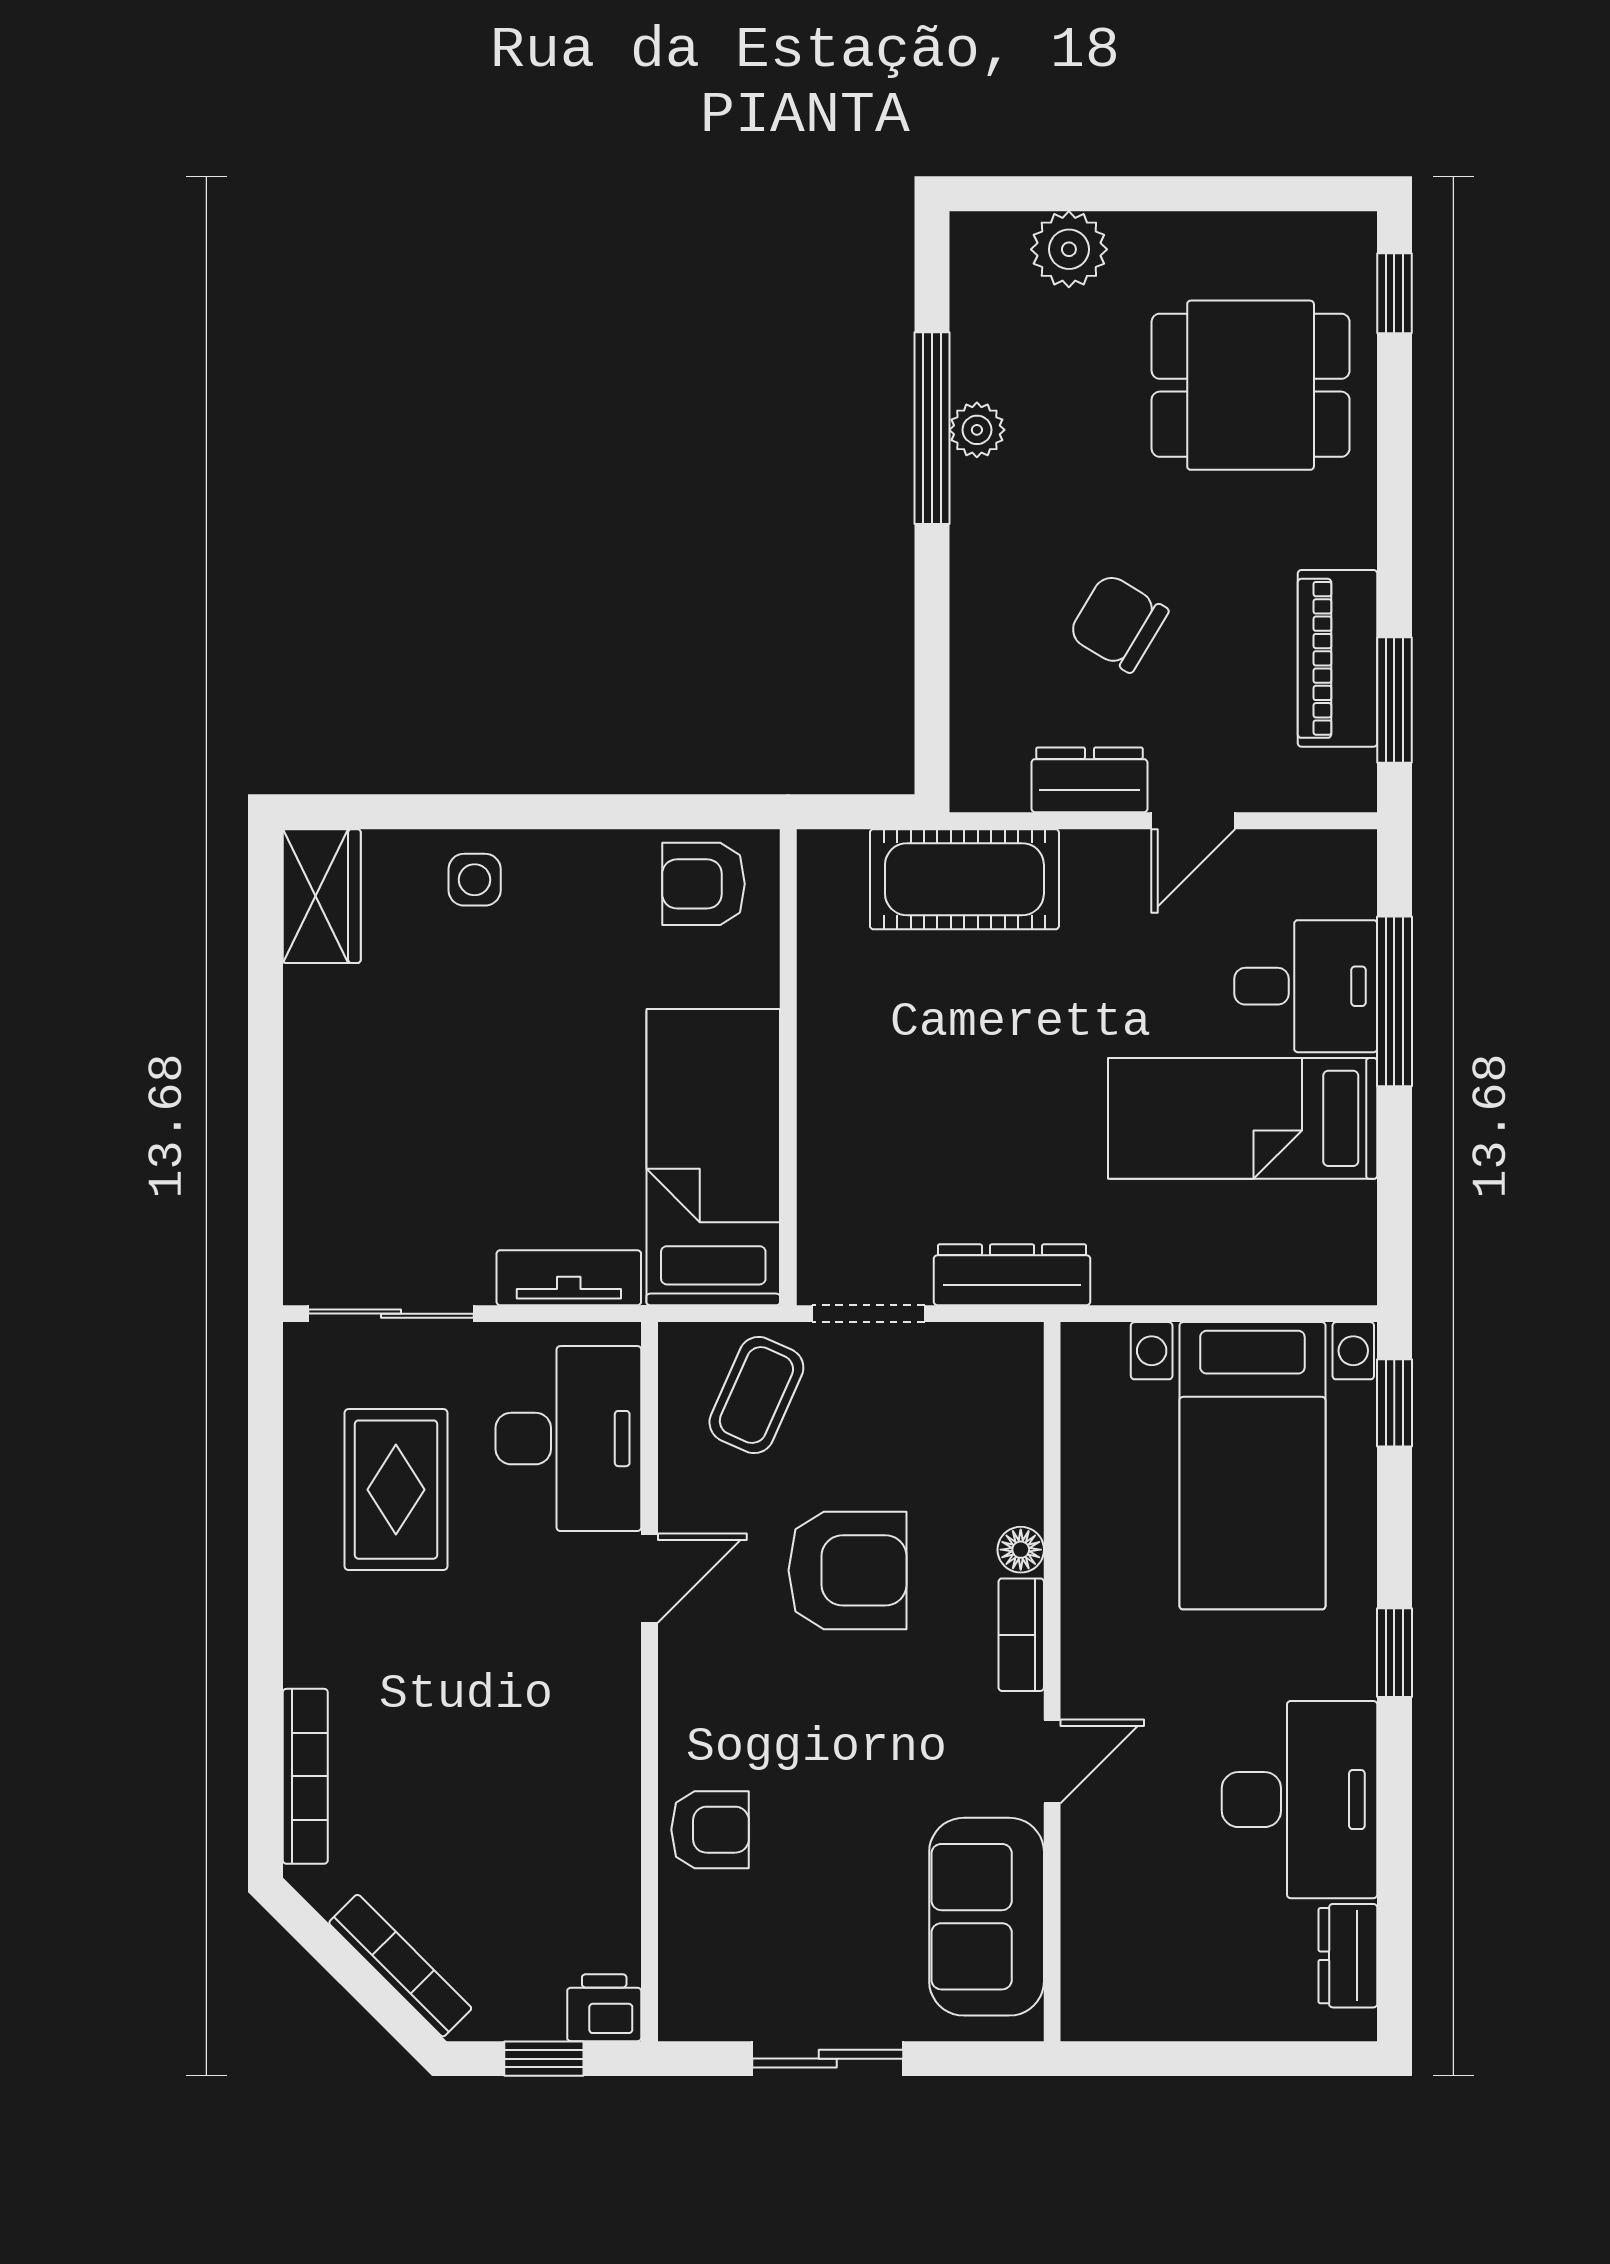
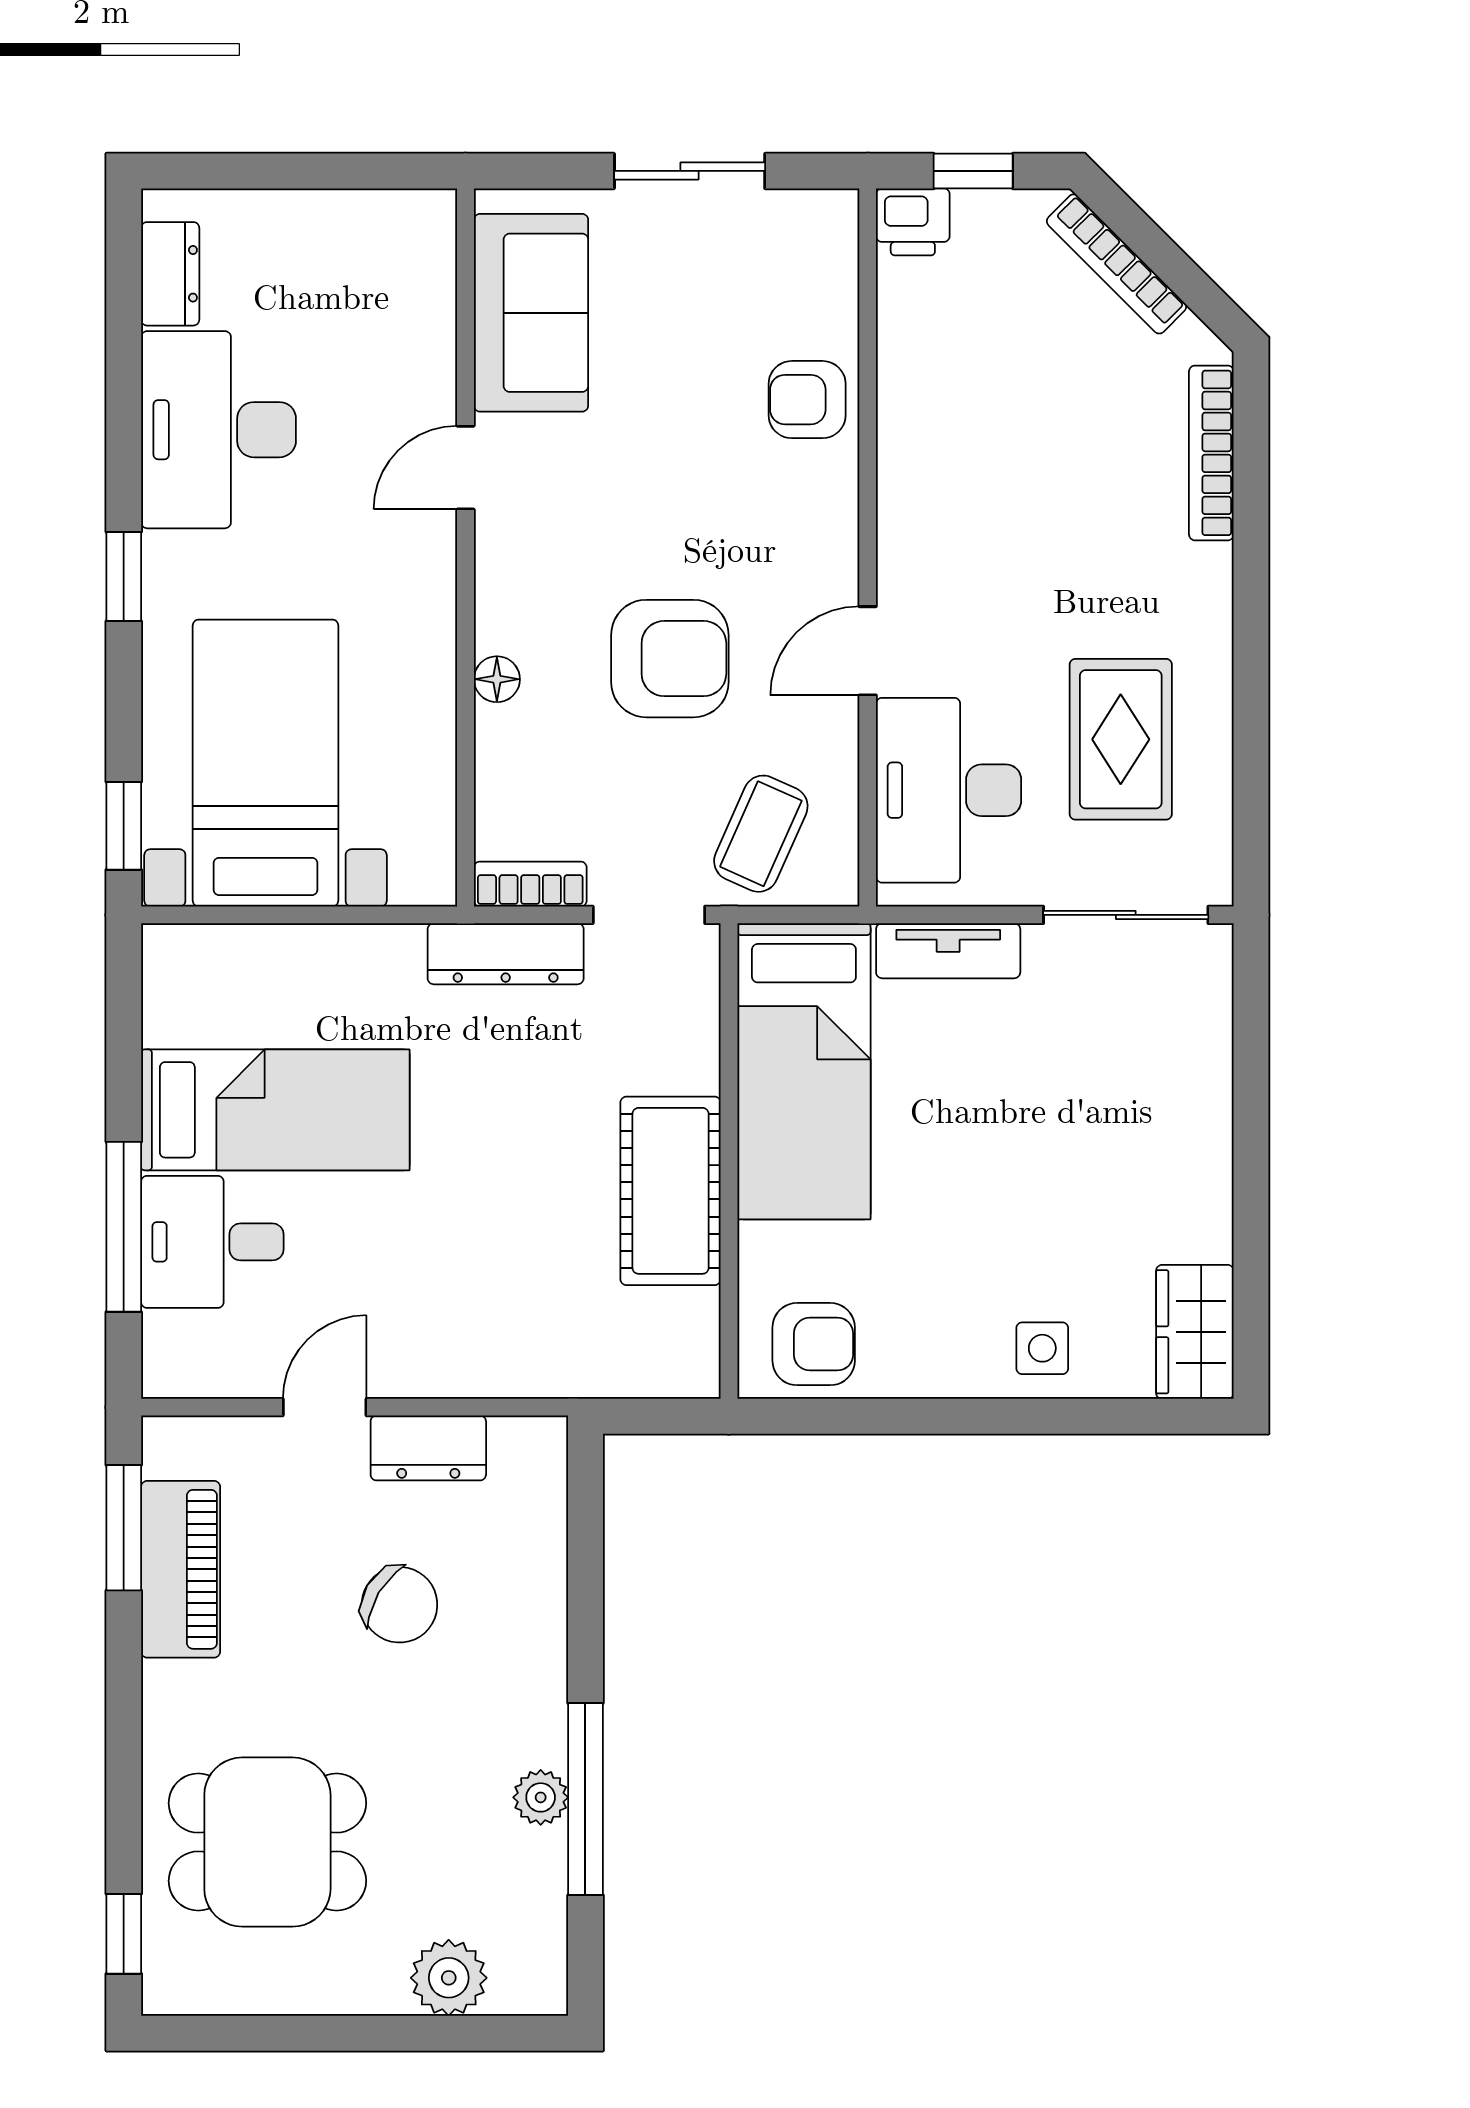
cot: (964, 879) -> (671, 1191), moved, turned 90
armchair: (848, 1570) -> (670, 659), turned 180
bookcase: (1021, 1635) -> (530, 884), moved, turned -90

